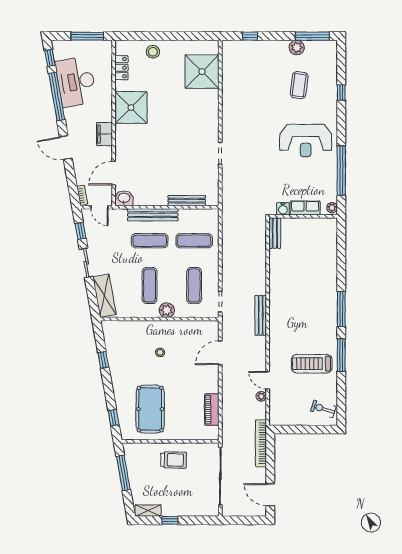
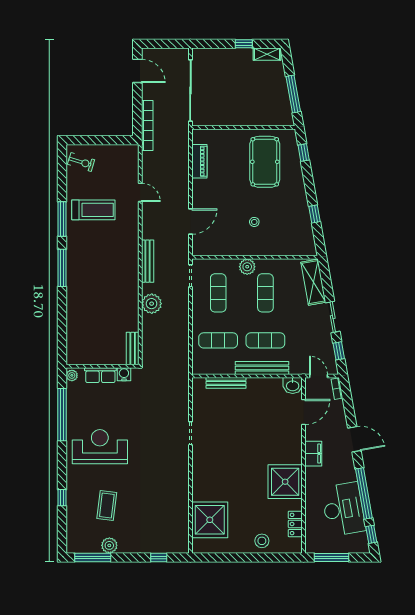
plant: (261, 396) -> (152, 304), moved, width x1.87, depth x1.87
trolley: (174, 460) -> (240, 108), removed

